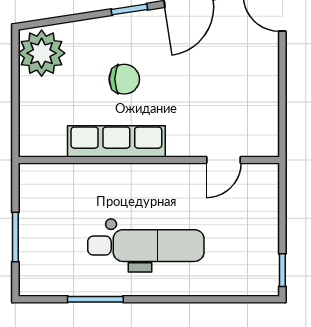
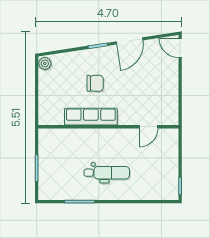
plant: (42, 53) -> (45, 63), width x0.53, depth x0.53
dental chair: (146, 246) -> (107, 173), width x0.73, depth x0.72

